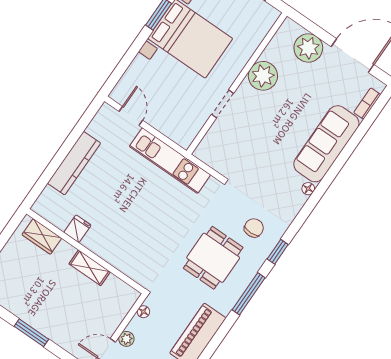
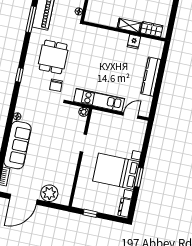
plant: (263, 76) -> (84, 112), moved, width x0.53, depth x0.53
door: (131, 116) -> (131, 115), swing flipped
chair: (254, 228) -> (56, 85), moved
shelving: (90, 268) -> (129, 25), moved
window: (249, 294) -> (31, 19), moved

